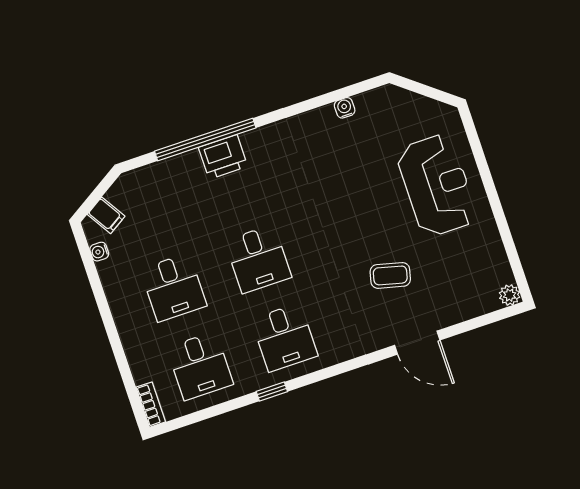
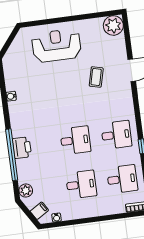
water cooler: (345, 108) -> (11, 96), moved
plant: (140, 181) -> (26, 191), added
plant: (510, 295) -> (113, 26), width x1.87, depth x1.87

